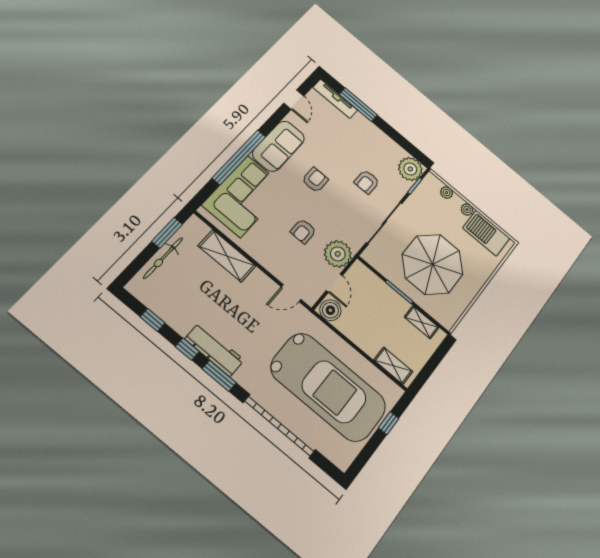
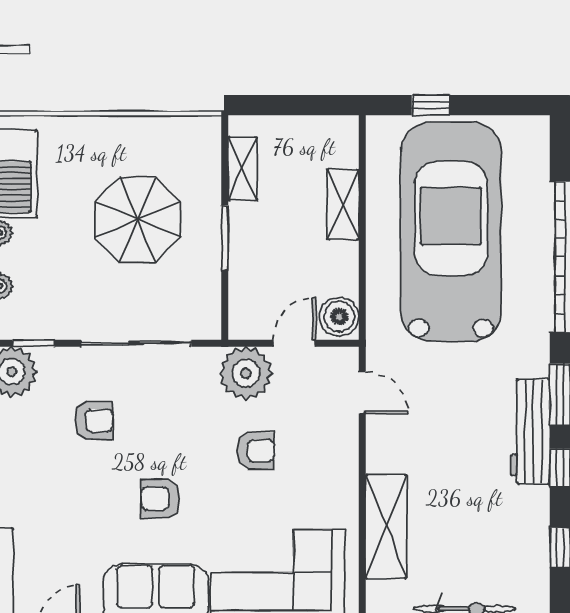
parasol: (433, 264) -> (137, 220), width x0.73, depth x0.73
shelving: (393, 366) -> (343, 204), moved

